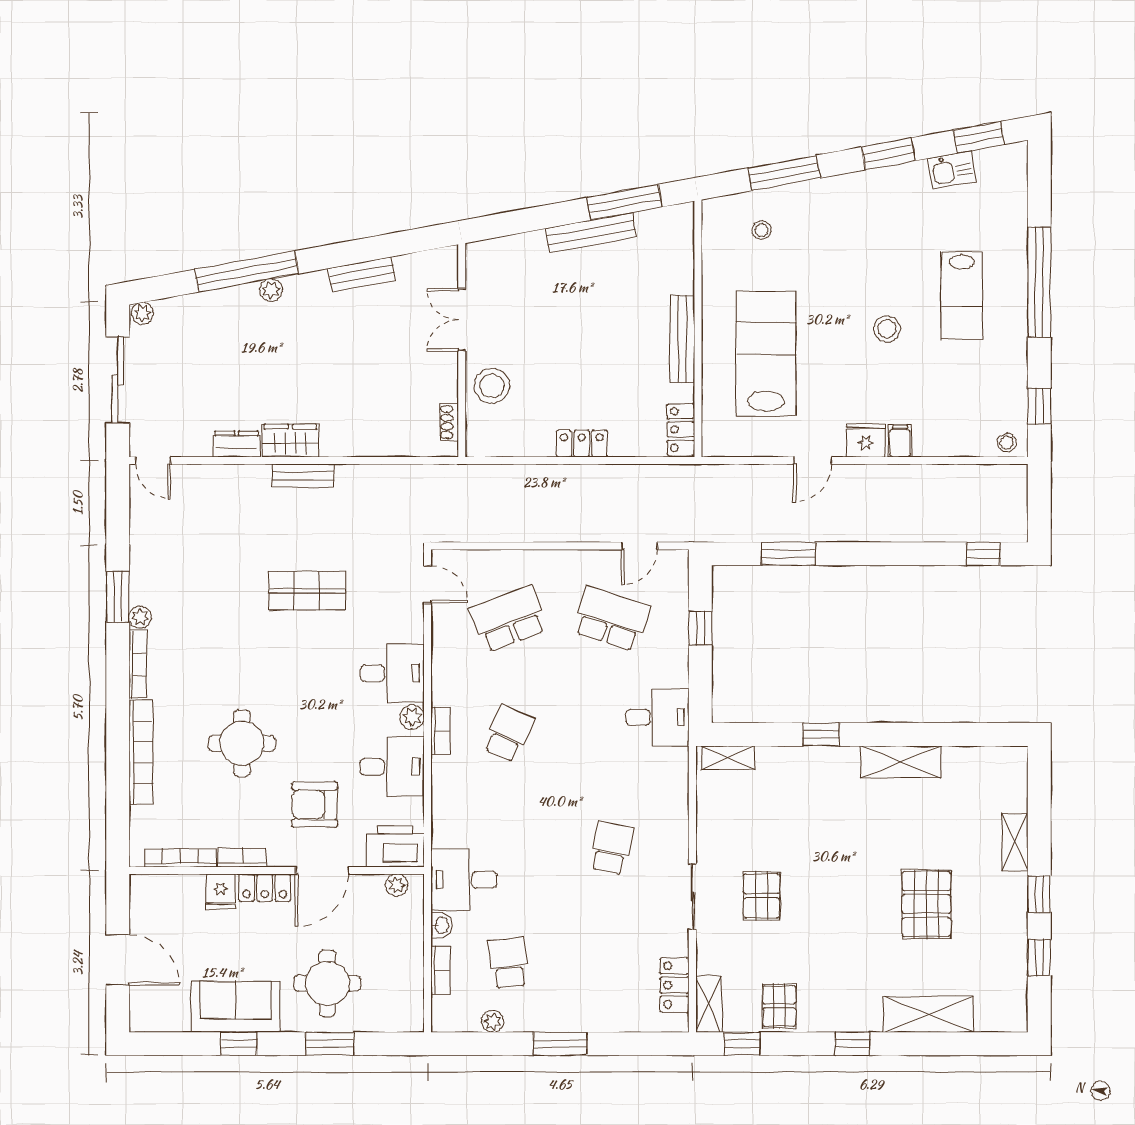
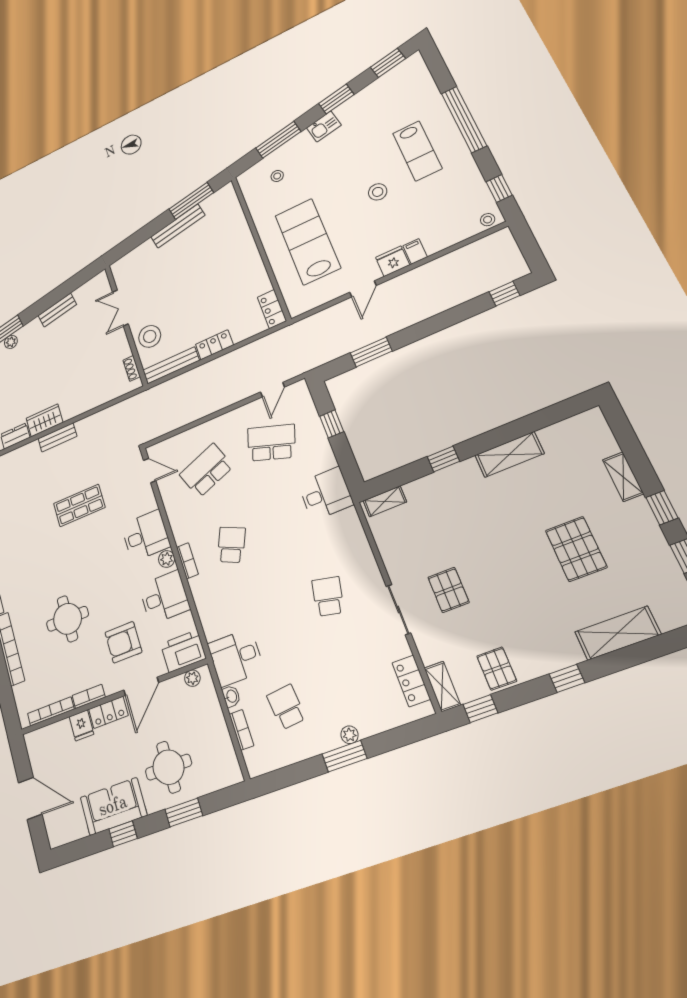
kitchen sink: (952, 170) -> (324, 126), moved
bench: (682, 339) -> (171, 365), moved, turned 90
plant: (492, 1021) -> (349, 735), moved

